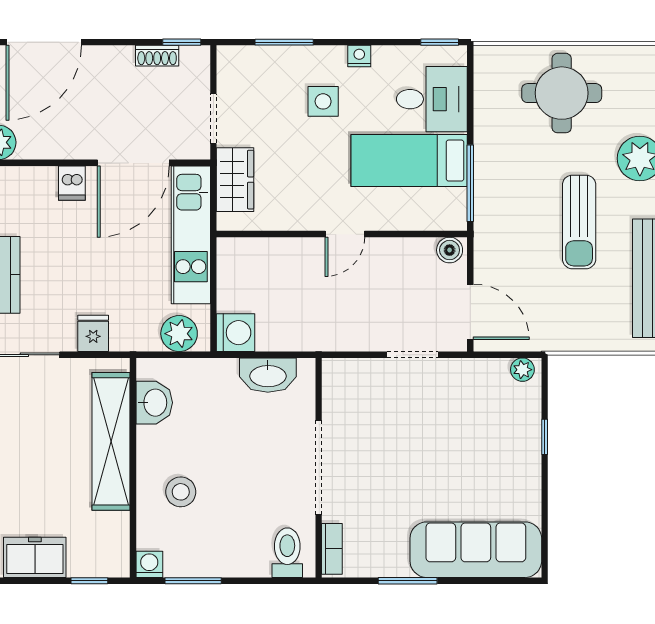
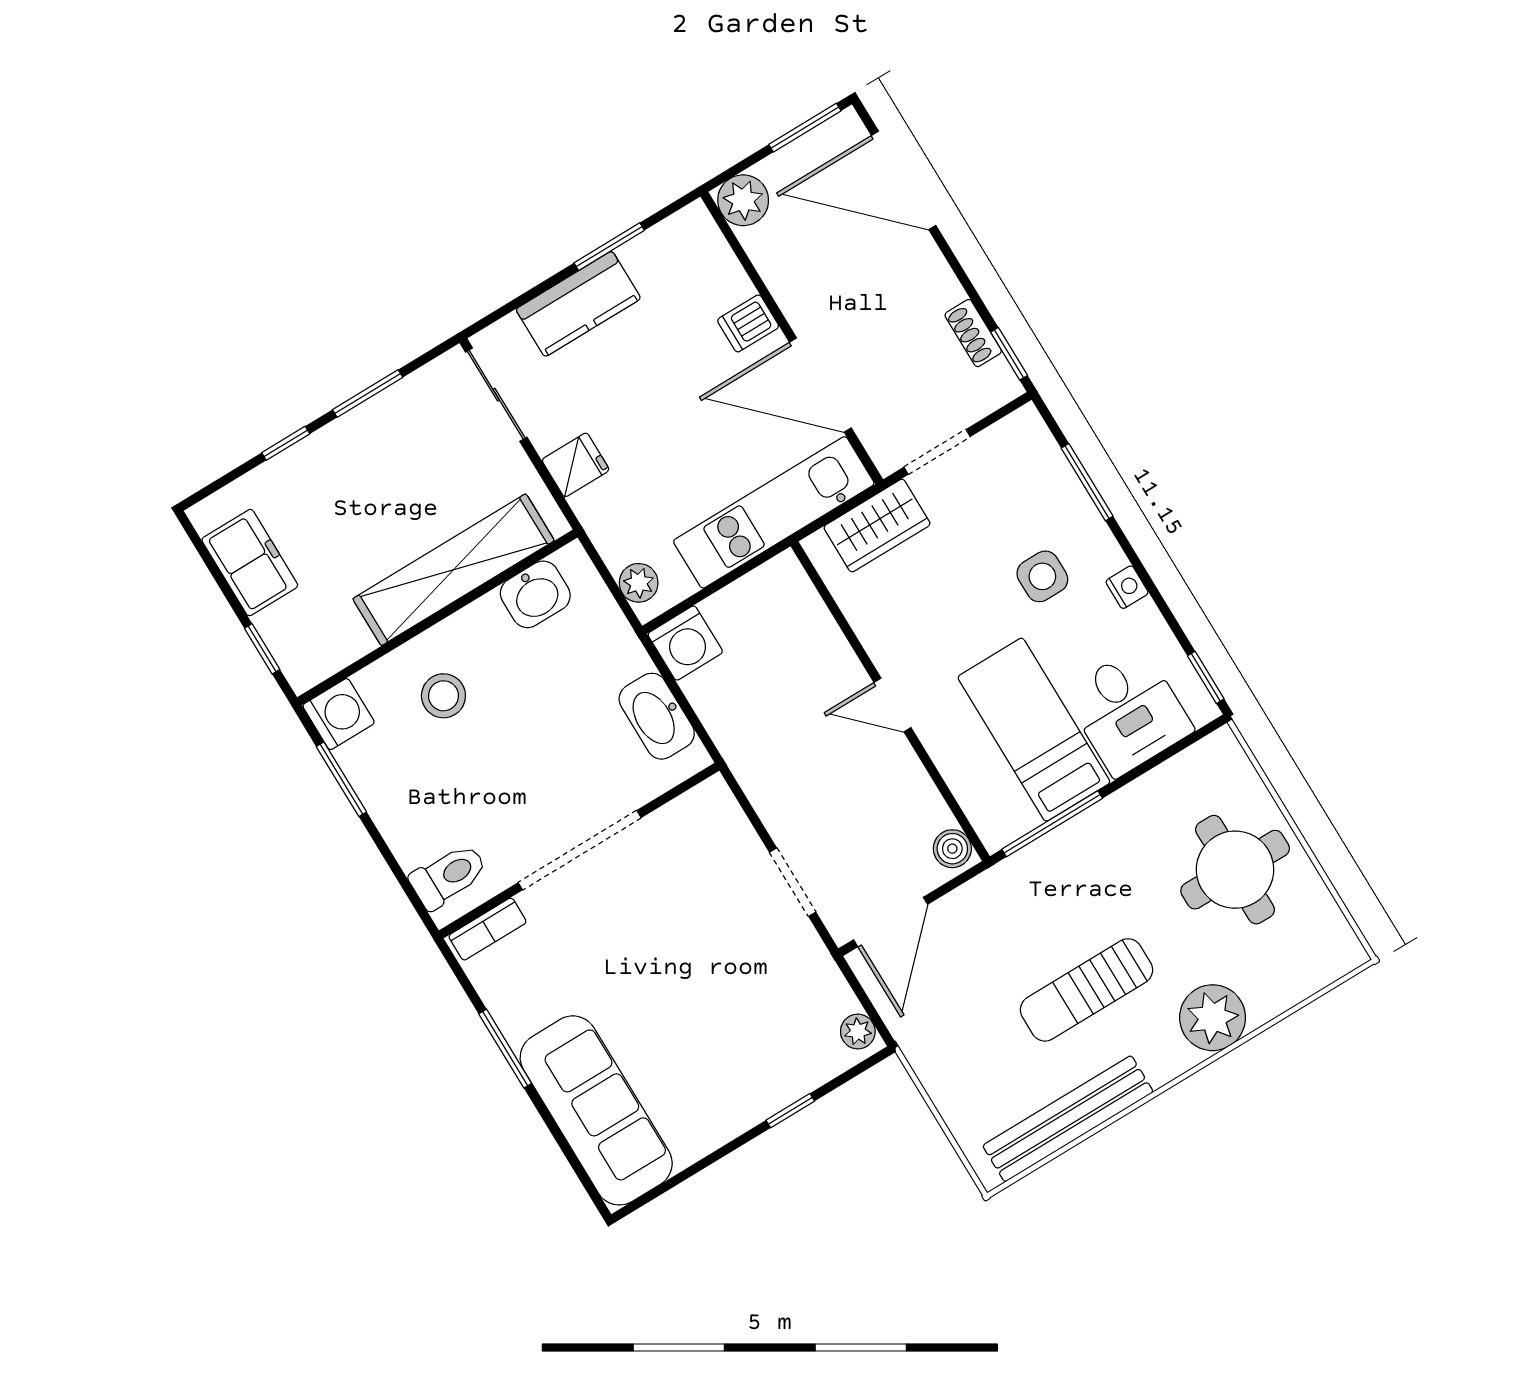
plant: (179, 334) -> (639, 583), width x0.73, depth x0.73
washing machine: (149, 564) -> (339, 714), width x1.38, depth x1.38

